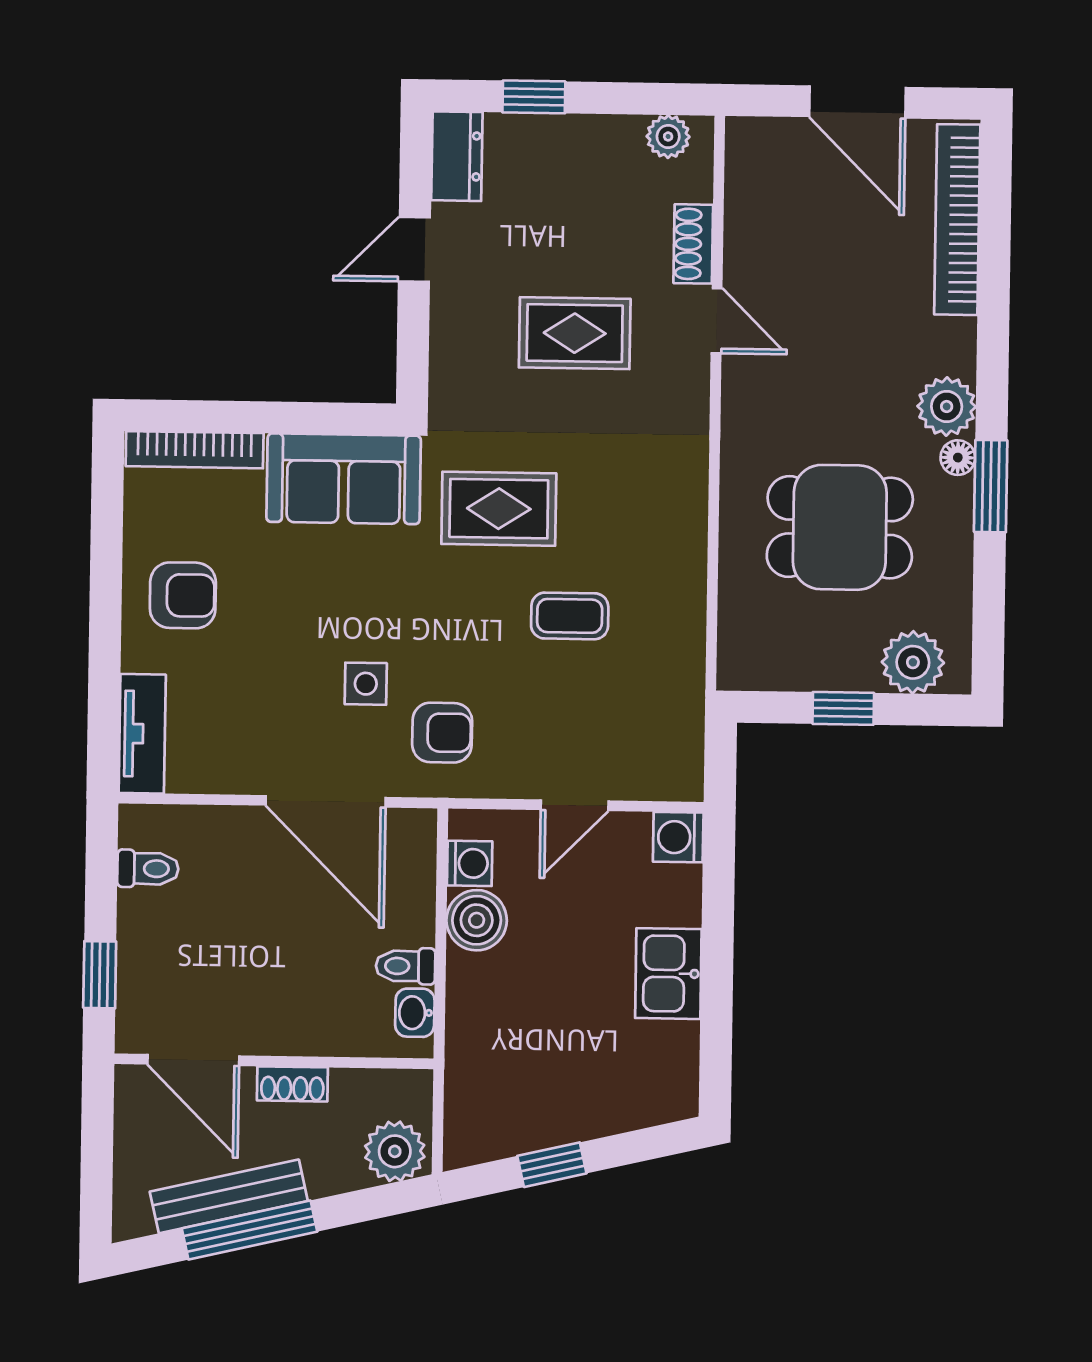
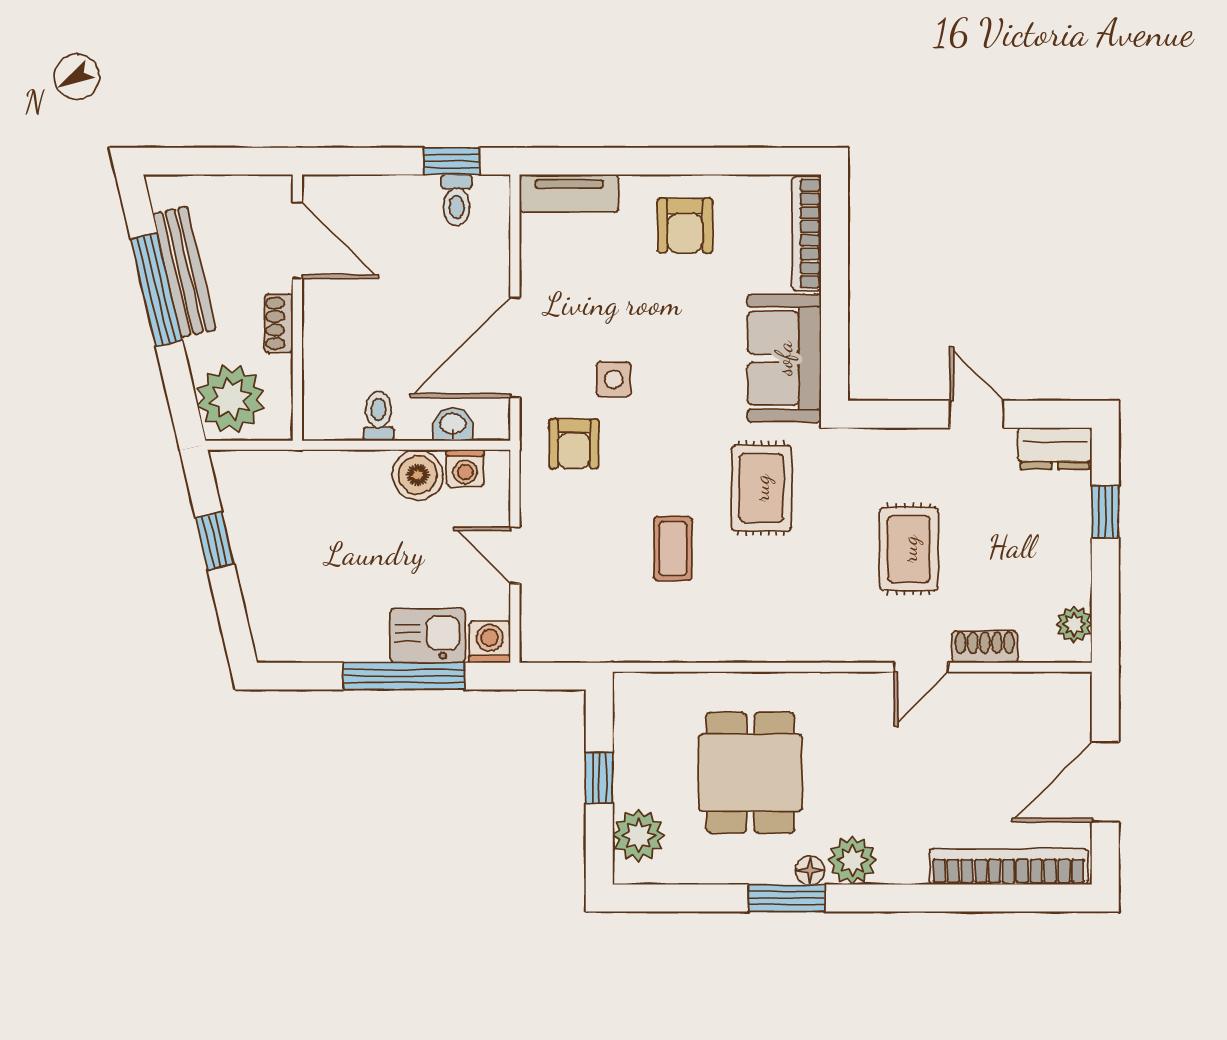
window: (717, 940) -> (404, 676), added
kitchen sink: (668, 974) -> (428, 636), moved
window: (100, 975) -> (452, 161), moved
washbasin: (415, 1013) -> (453, 425), moved
door: (193, 1060) -> (297, 240), swing flipped
plant: (395, 1151) -> (231, 399), width x1.36, depth x1.36

